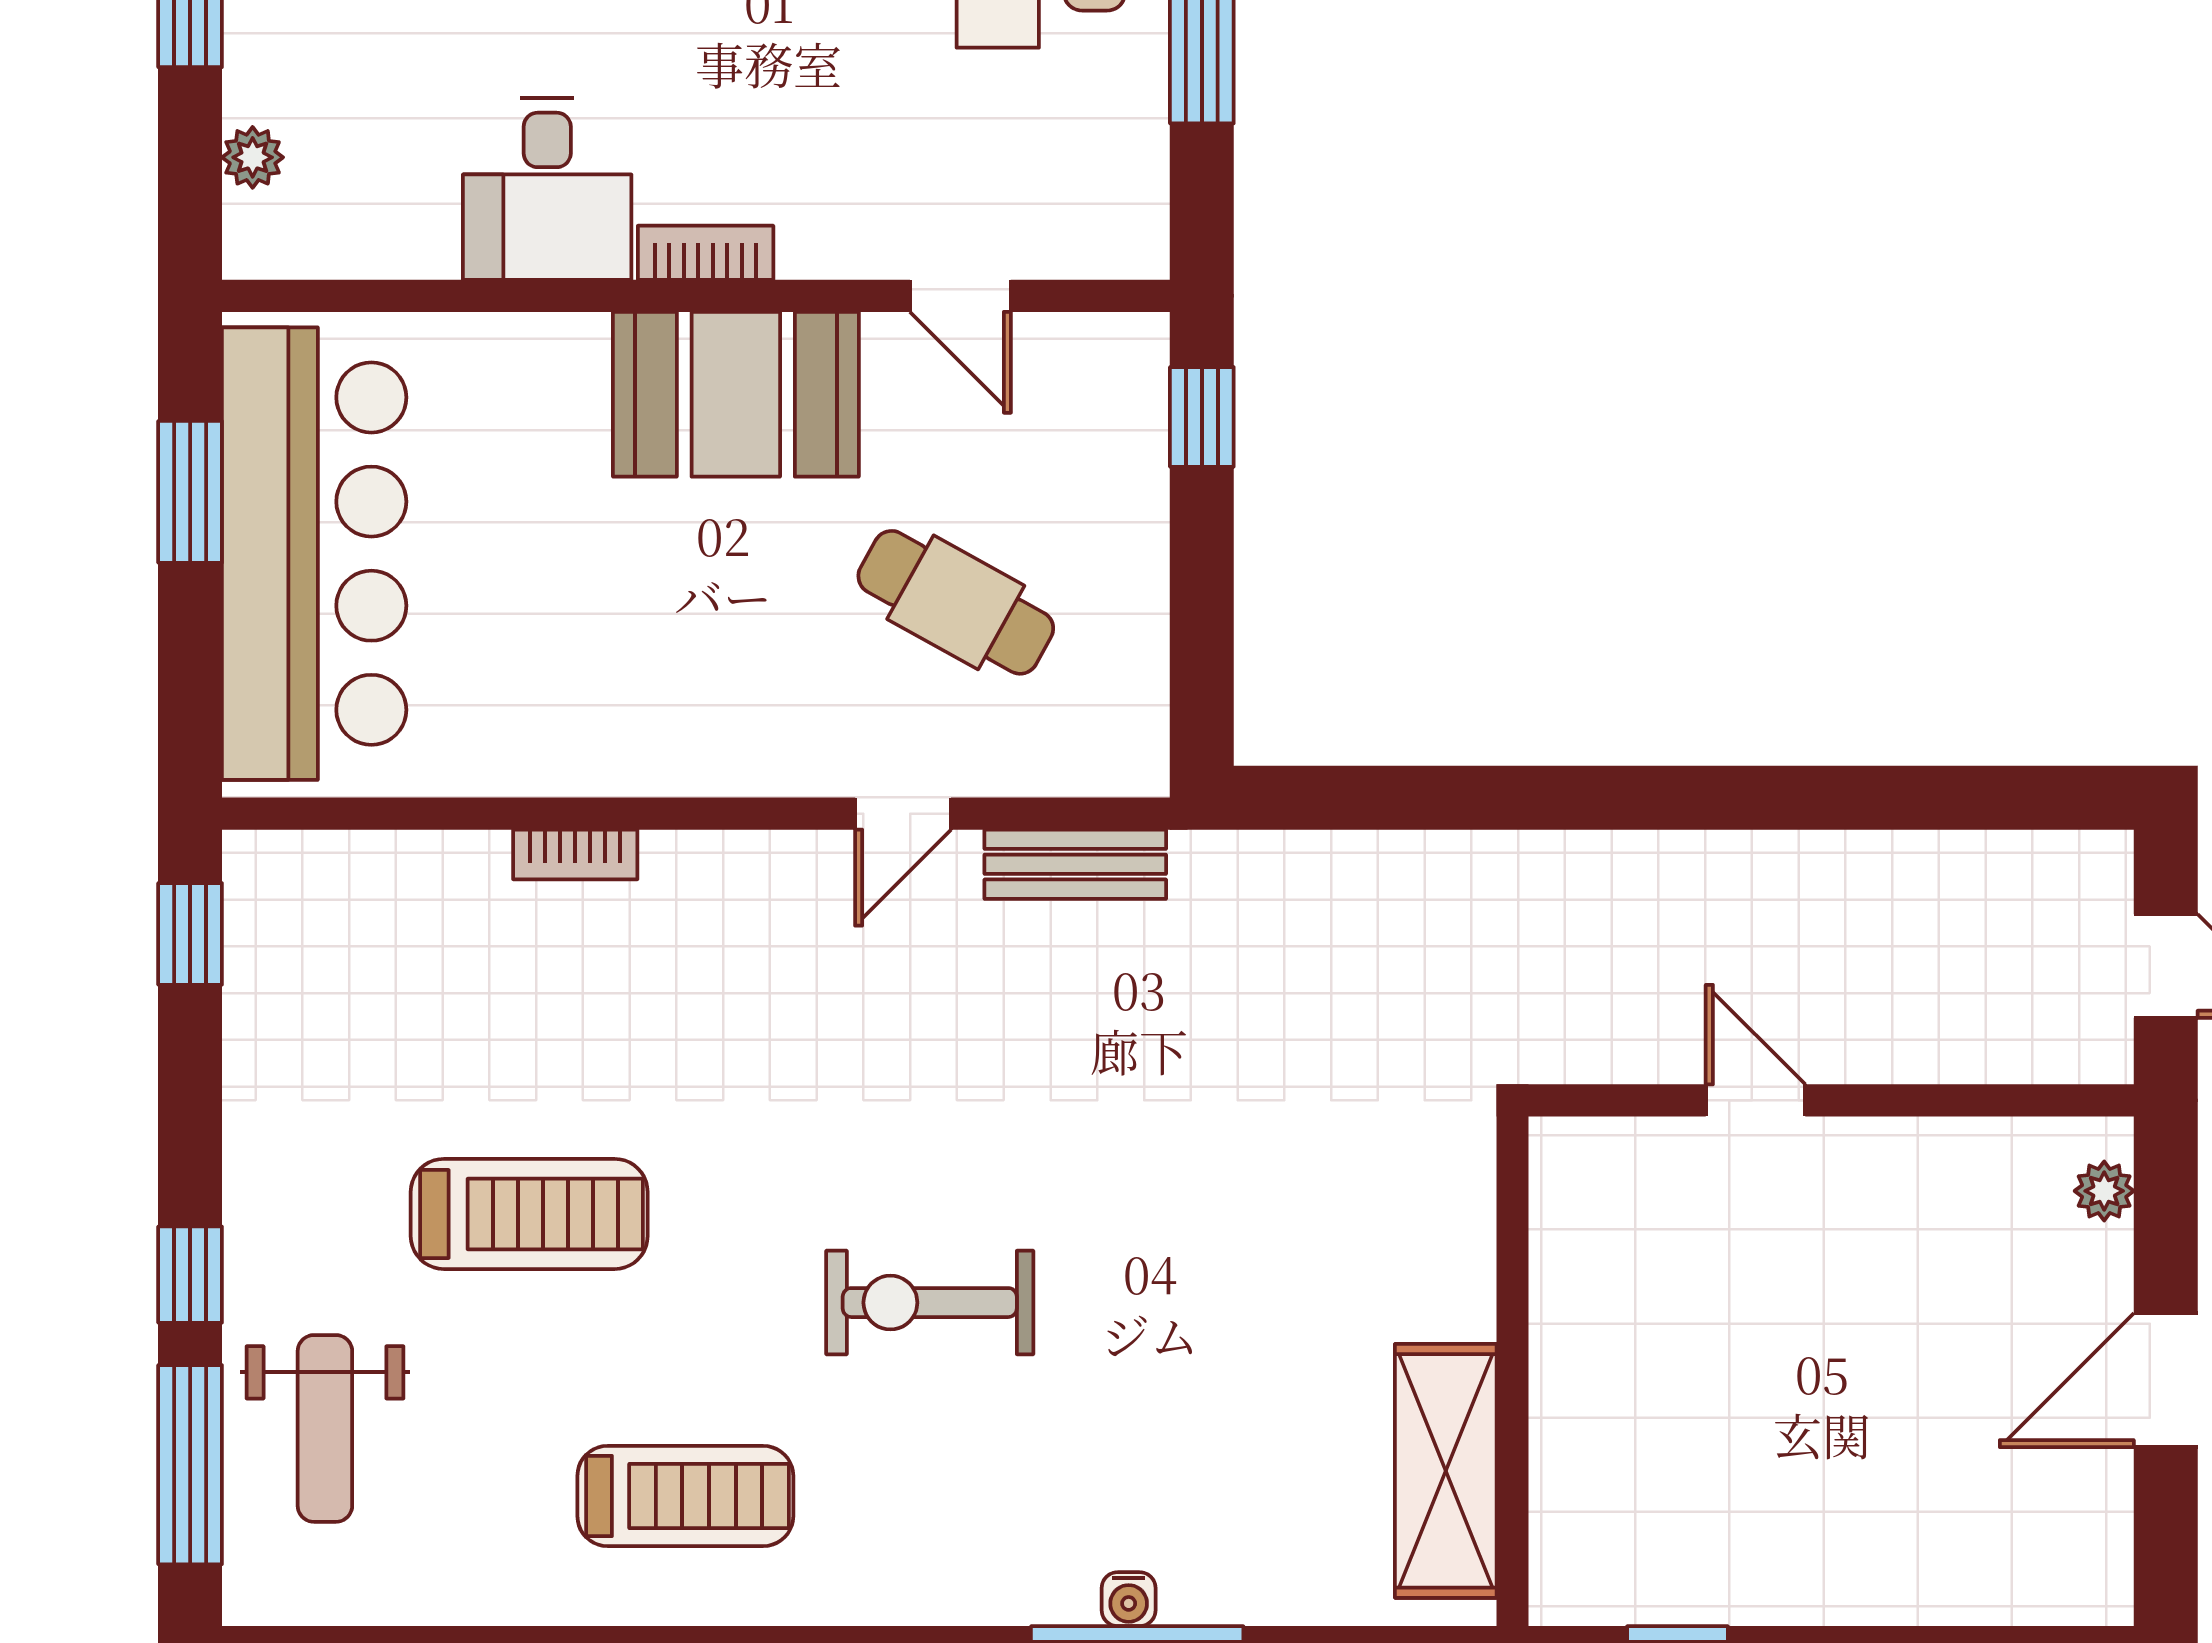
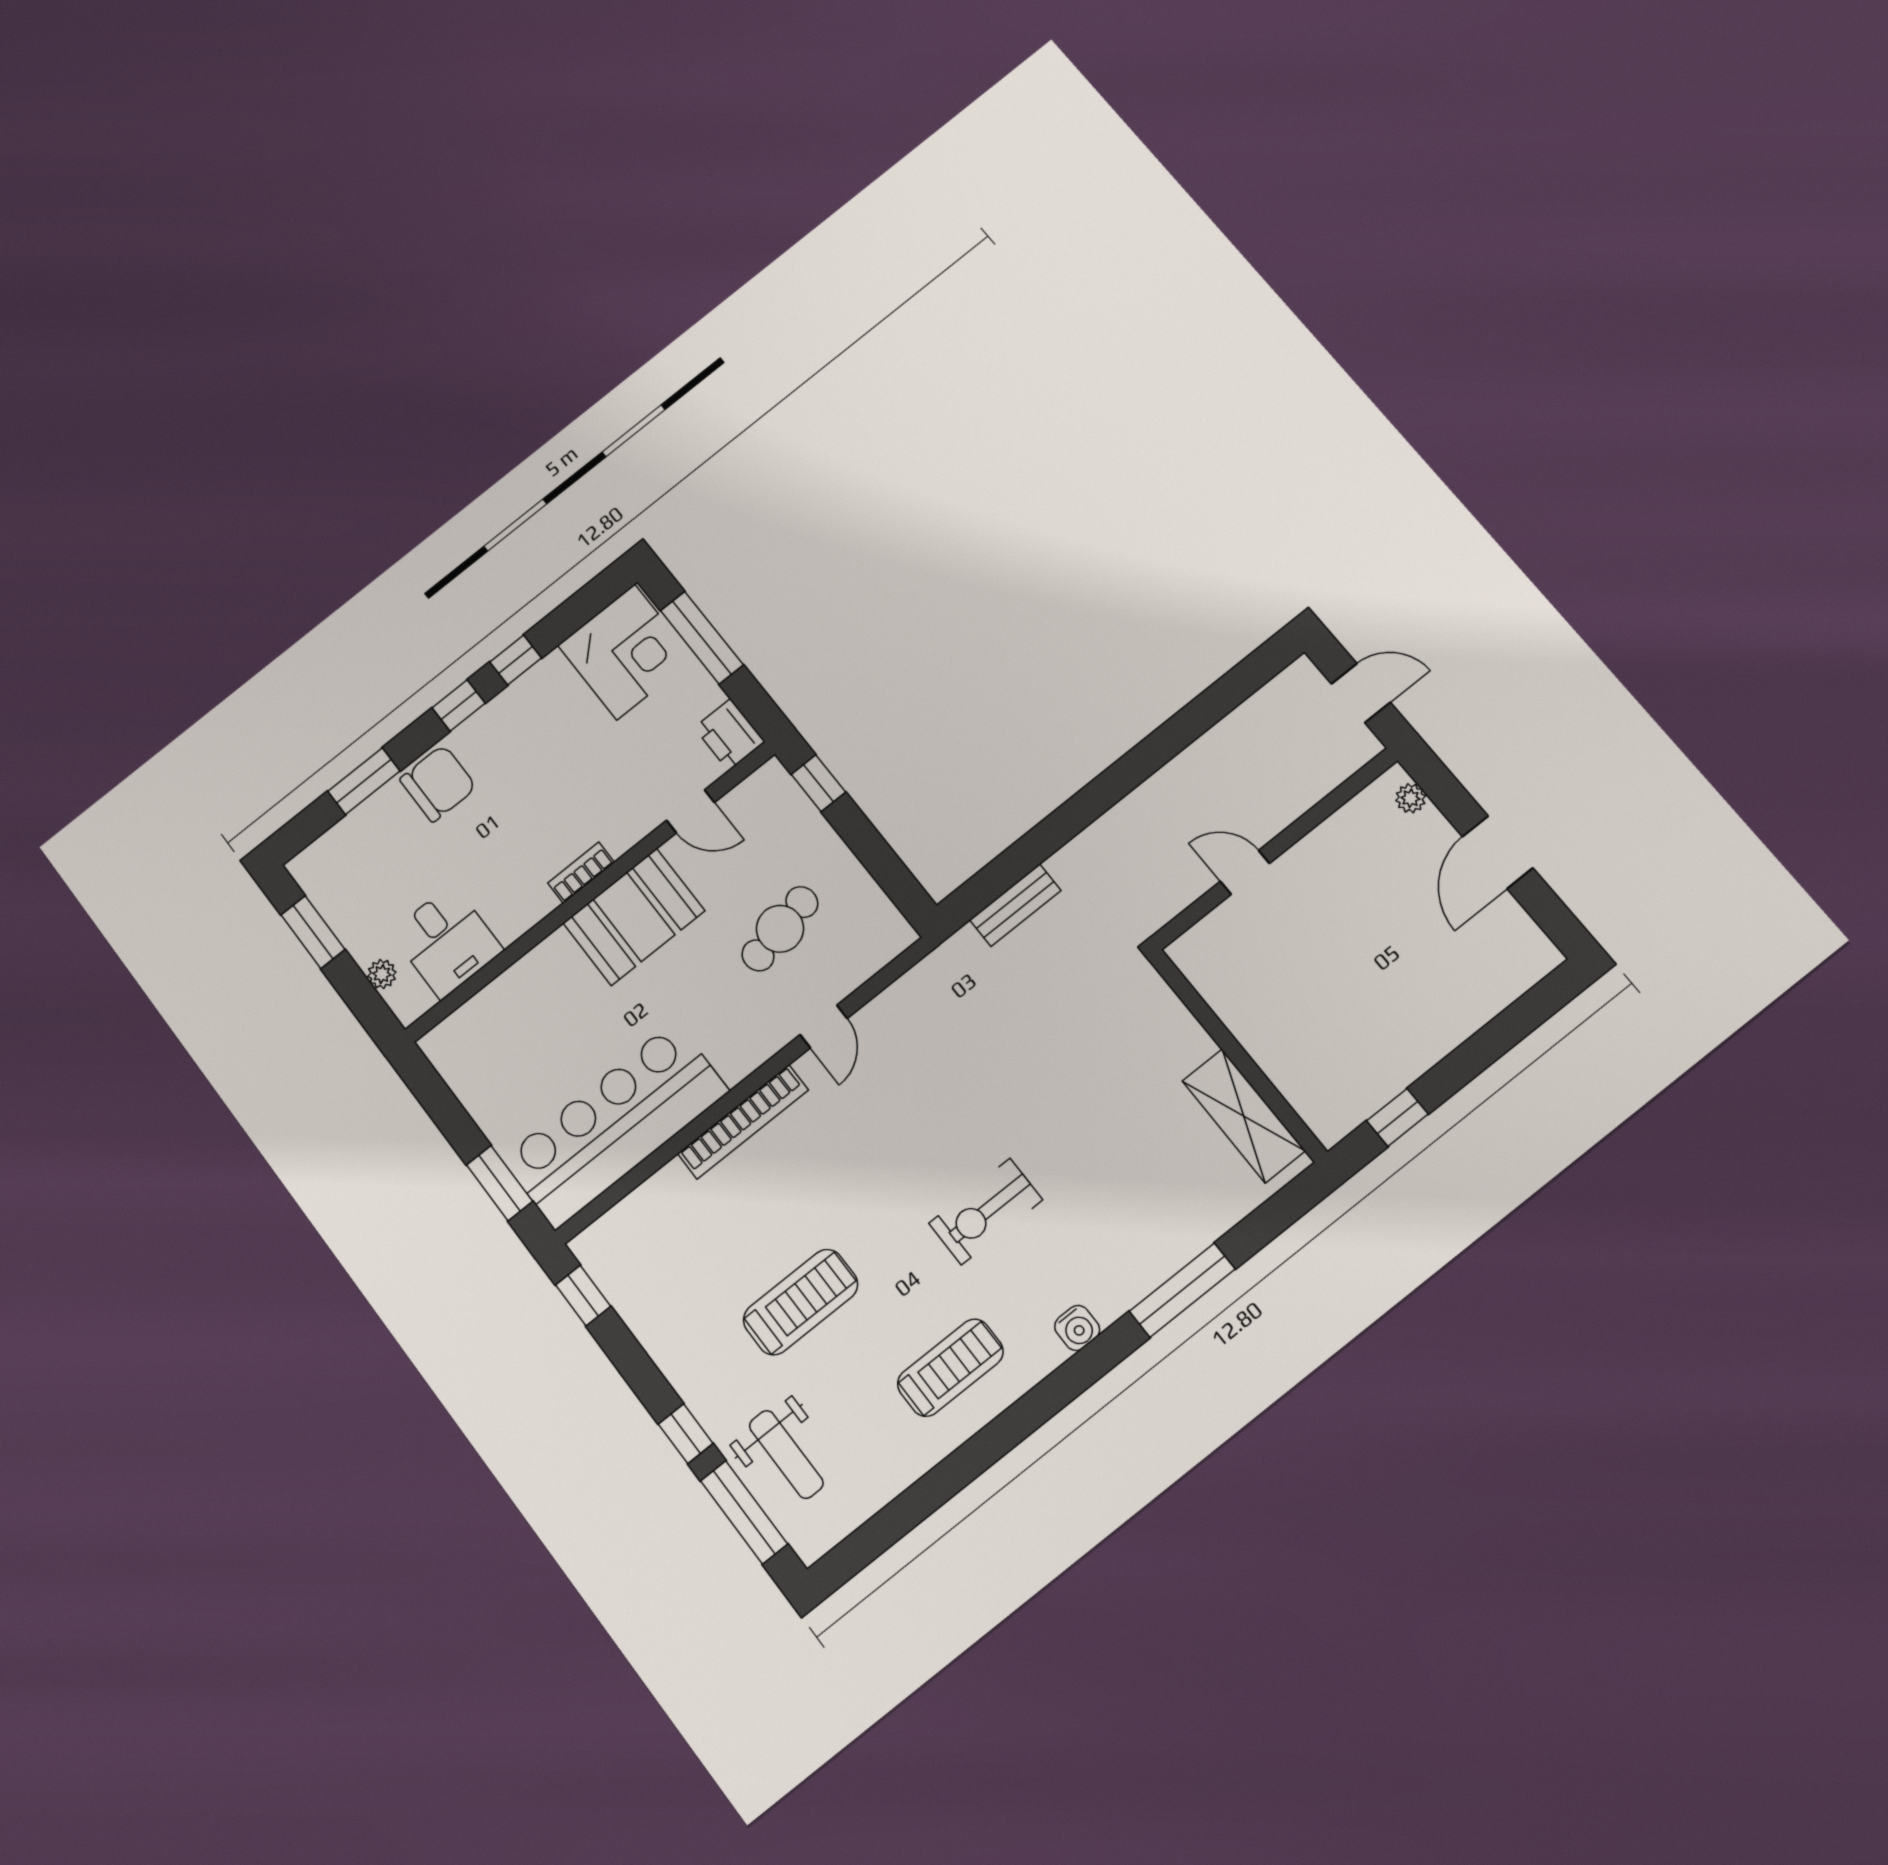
desk: (547, 189) -> (447, 941), moved
printer: (1121, 221) -> (730, 735), added
window: (190, 492) -> (499, 1183), moved
bar counter: (314, 554) -> (615, 1125), moved, turned -90
cafe table: (956, 602) -> (780, 929), turned -41
bookcase: (575, 854) -> (743, 1122), width x2.31, depth x1.31
bench: (1075, 864) -> (1015, 905), moved
water cooler: (1129, 1599) -> (1077, 1328), moved, width x1.38, depth x1.38

